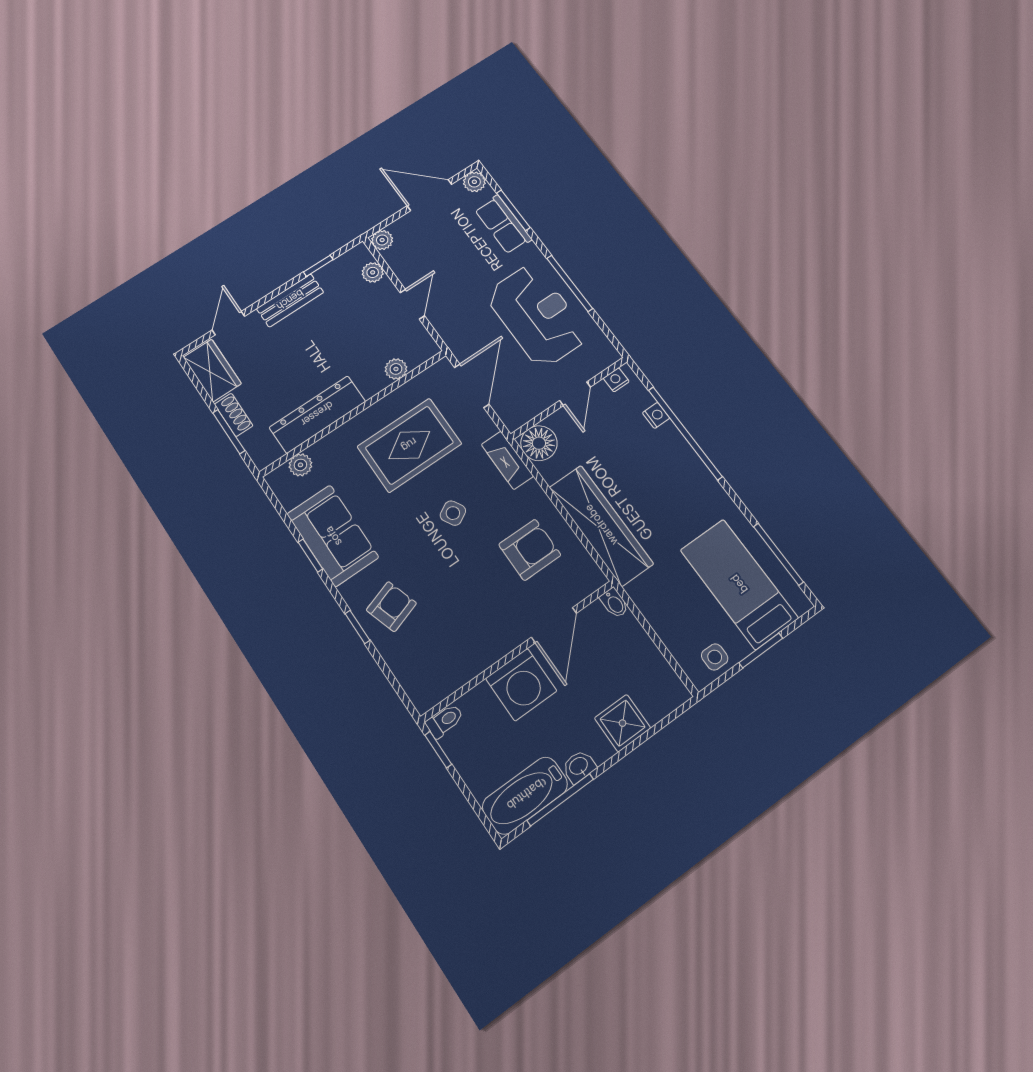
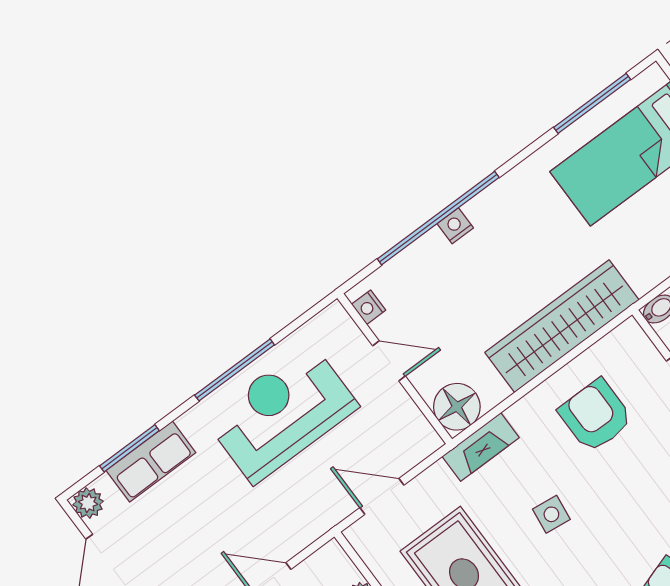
door: (472, 386) -> (382, 496), width x0.73
nightstand: (656, 415) -> (455, 226), moved
side table: (453, 513) -> (551, 514), turned 36

